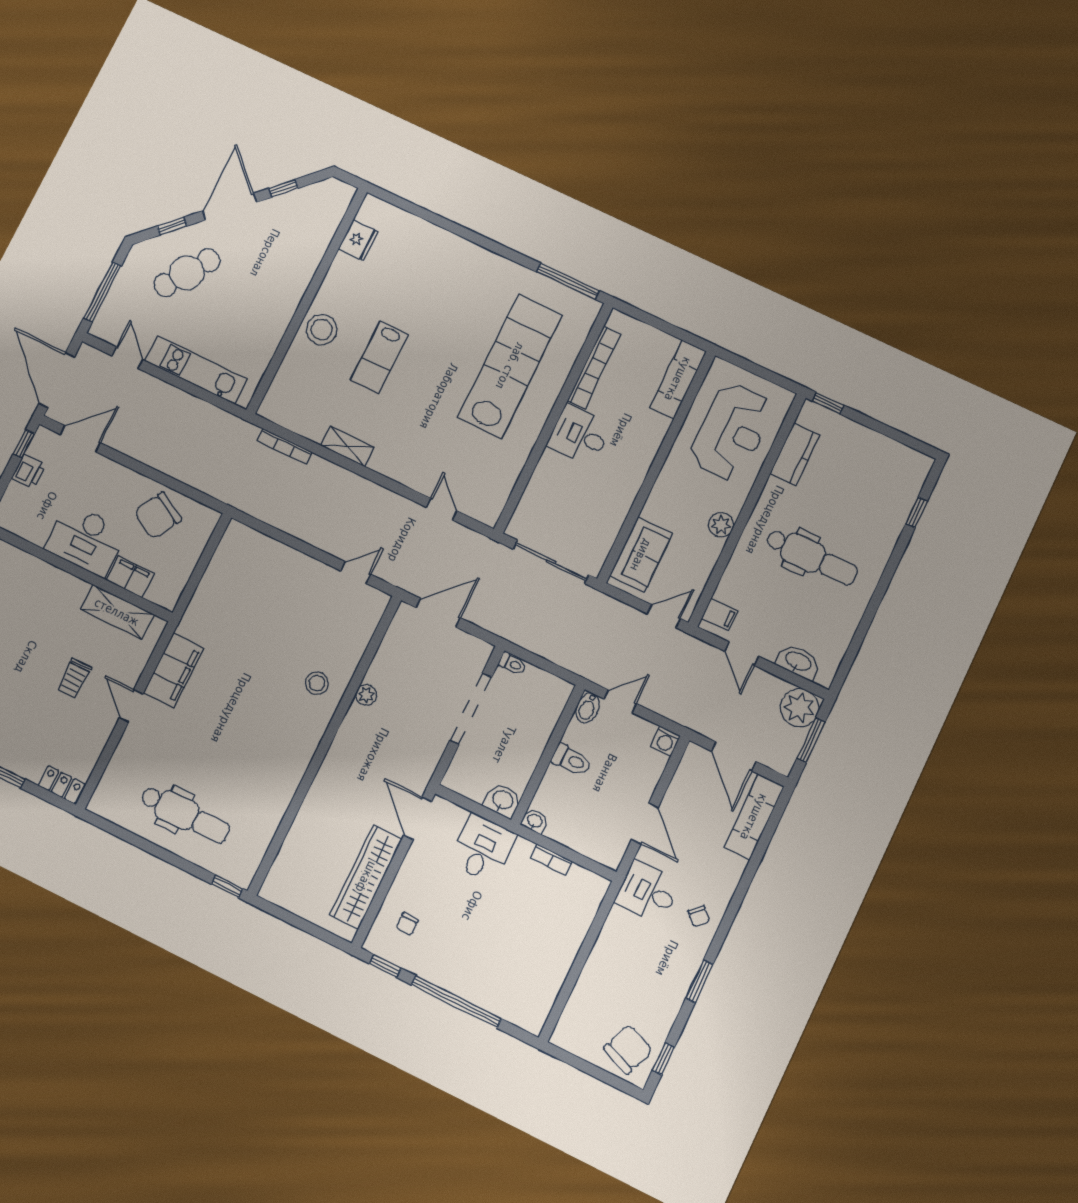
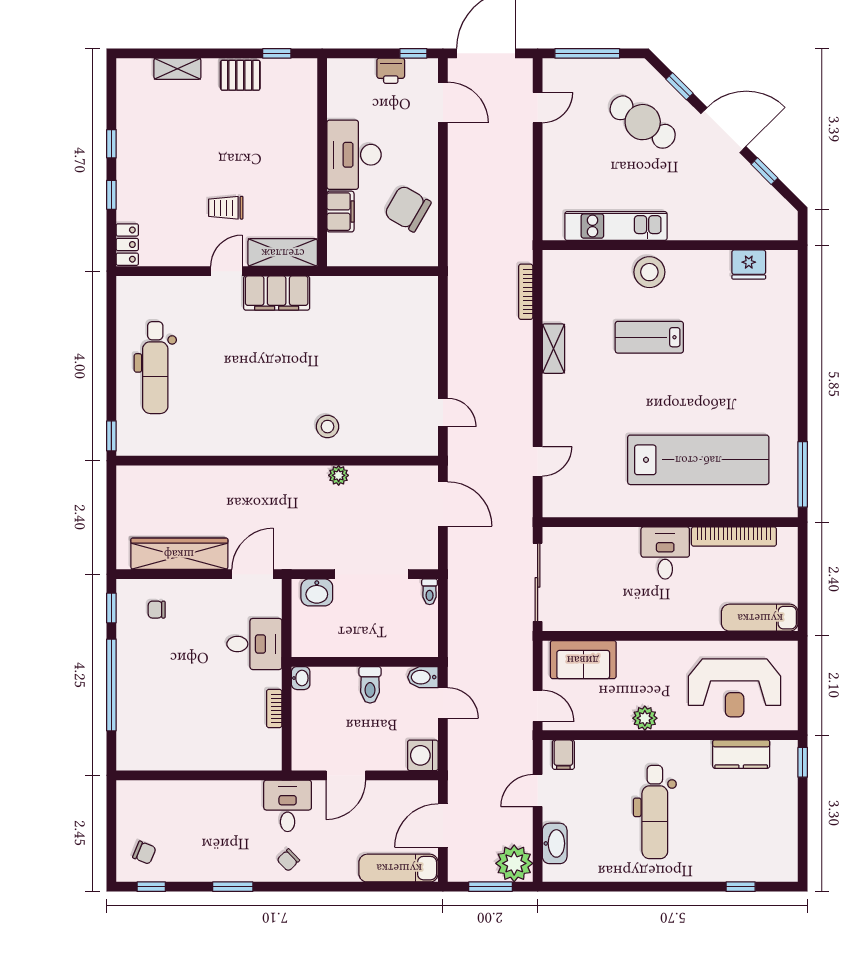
kitchen unit: (196, 370) -> (616, 226), moved, turned -90
shelving: (117, 612) -> (283, 253), moved, turned 90
washing machine: (666, 741) -> (423, 755), width x1.38, depth x1.38
washbasin: (503, 800) -> (317, 592), moved, turned 90
chair: (628, 1049) -> (144, 853), width x0.54, depth x0.54

